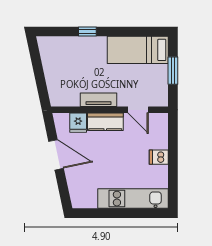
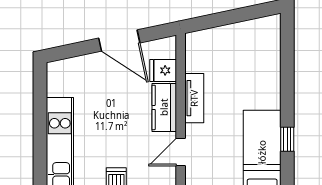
window: (87, 32) -> (287, 139), moved
door: (56, 155) -> (119, 41), hinge flipped

